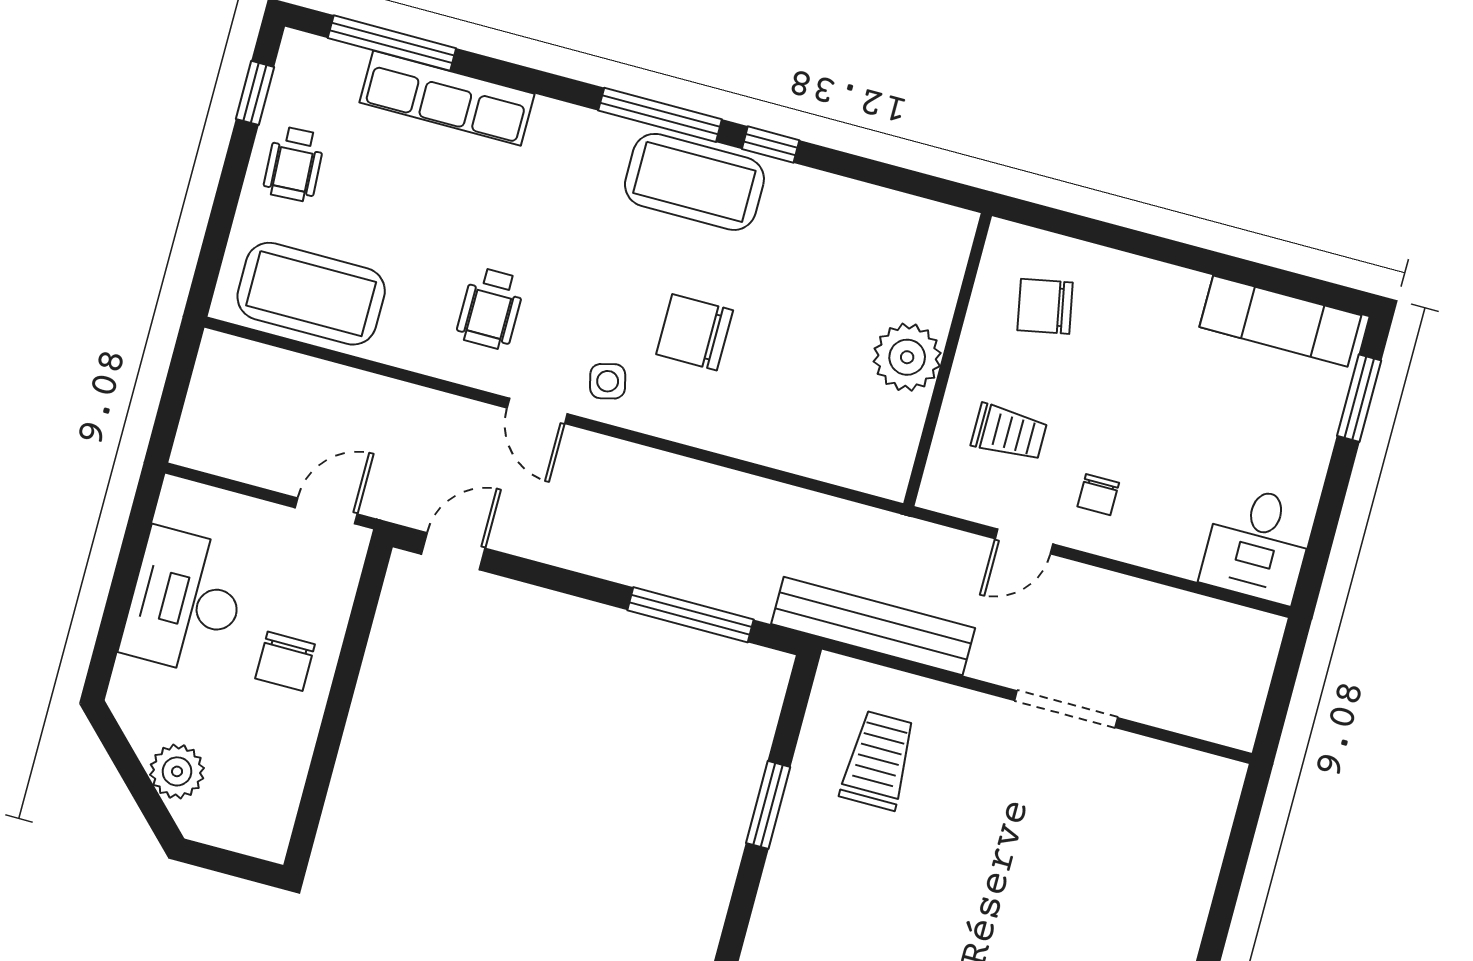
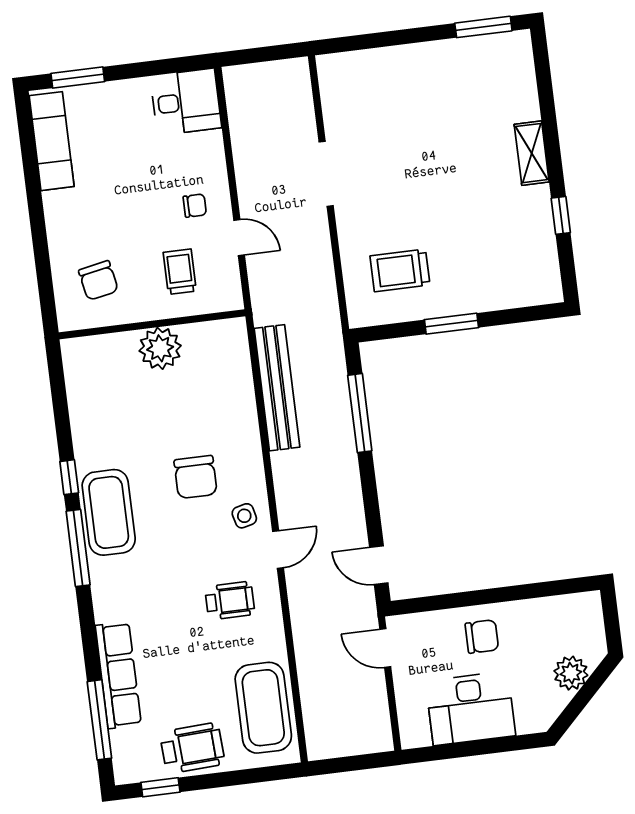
wheelchair: (294, 164) -> (192, 748), width x1.36, depth x1.37
bench: (873, 626) -> (277, 388), moved

